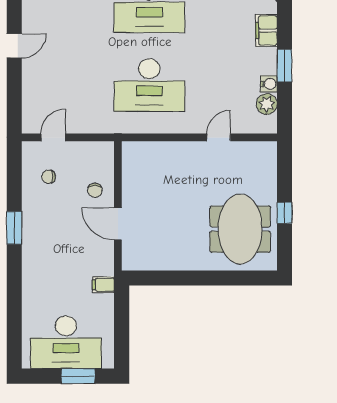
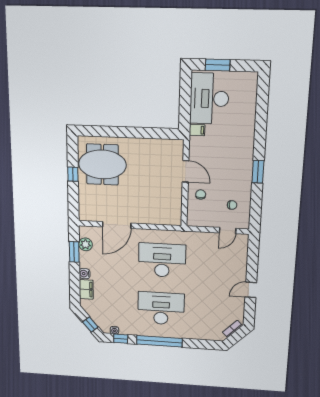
window: (284, 66) -> (74, 252), moved
water cooler: (269, 84) -> (84, 274), moved
door: (219, 137) -> (117, 225), width x1.88
meeting table: (240, 229) -> (102, 164), turned 90
desk: (66, 342) -> (209, 99), moved, turned -90

